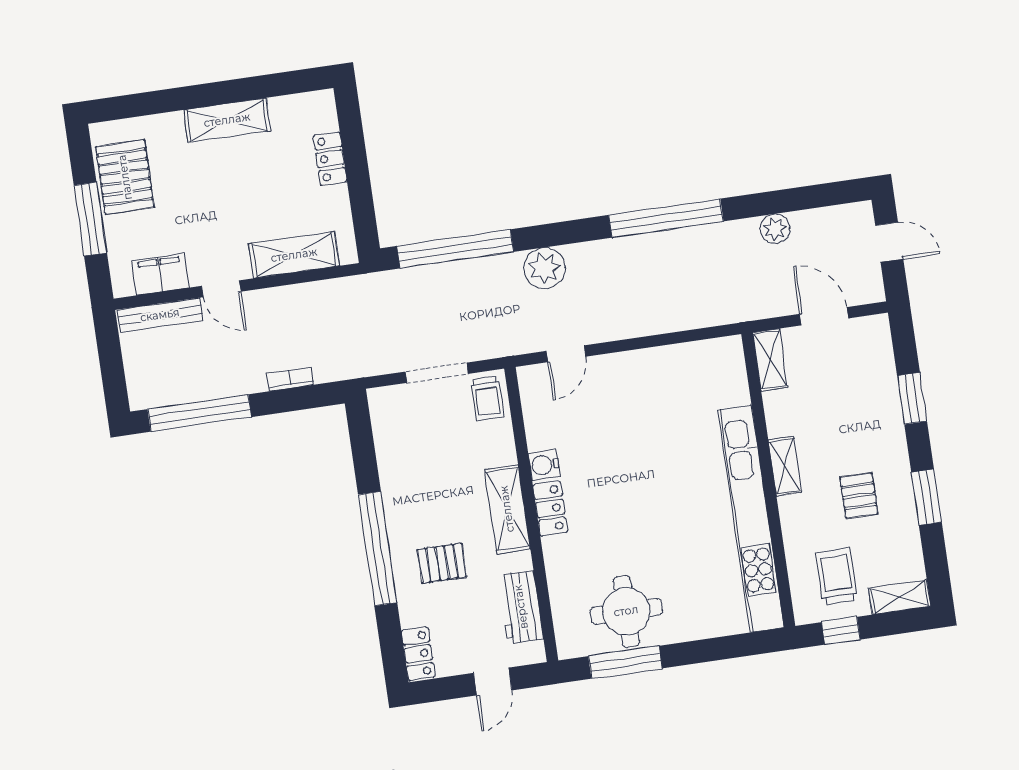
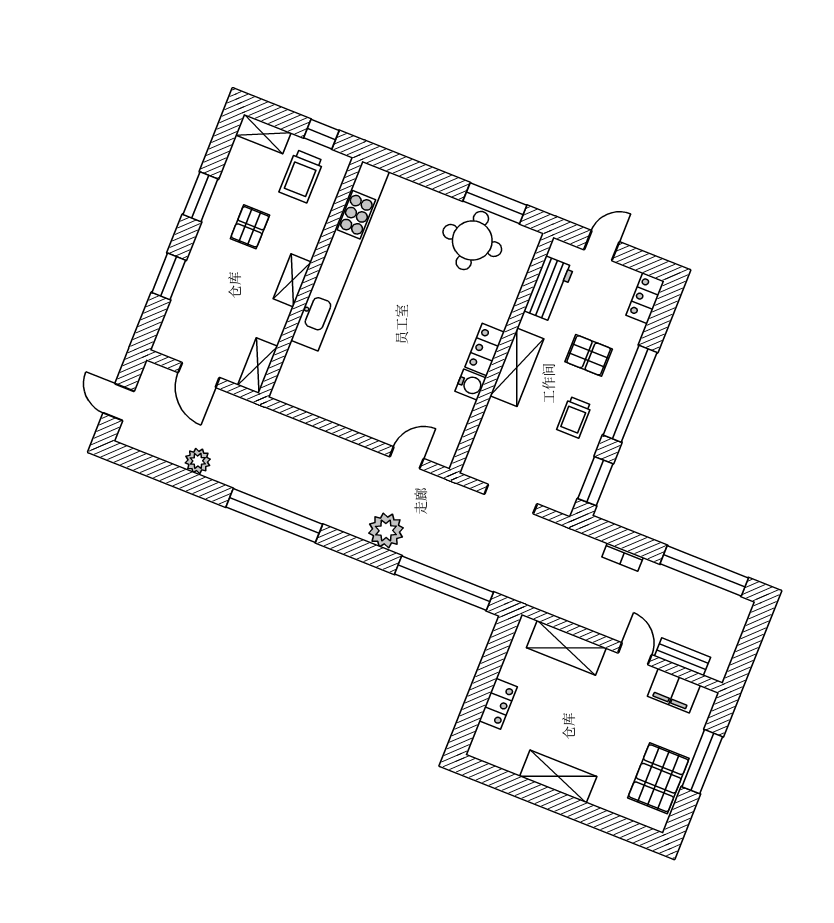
bench: (160, 315) -> (683, 657), width x0.73
trolley: (487, 399) -> (574, 417), moved, turned 180
window: (362, 440) -> (595, 481), added

